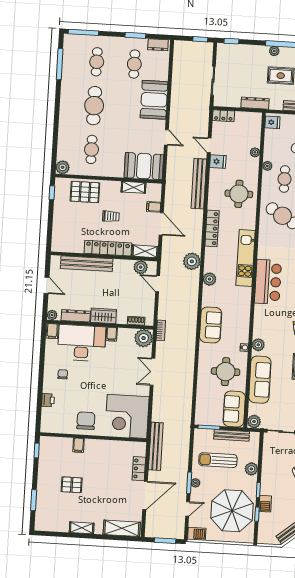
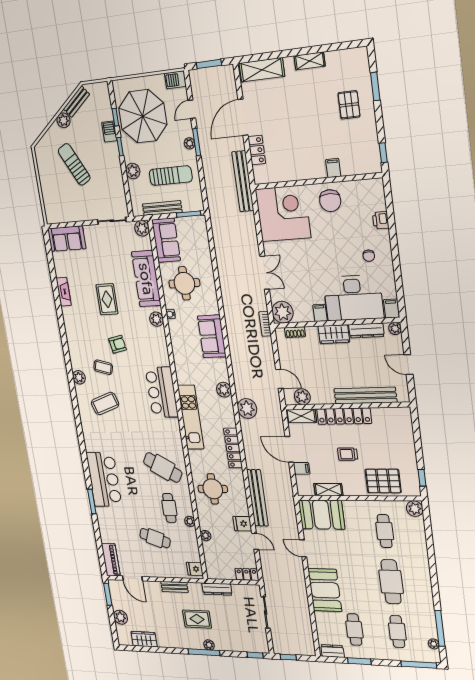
plant: (67, 51) -> (434, 644), added
pallet: (72, 485) -> (349, 105), moved, turned 90

